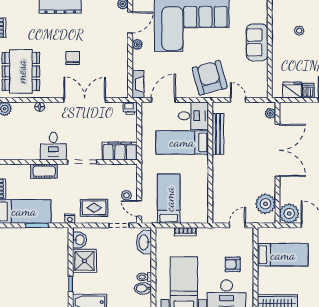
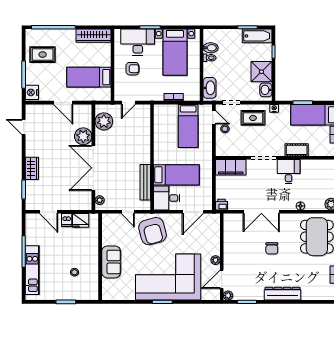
fireplace: (138, 84) -> (215, 225), removed
plant: (289, 214) -> (83, 136), moved

